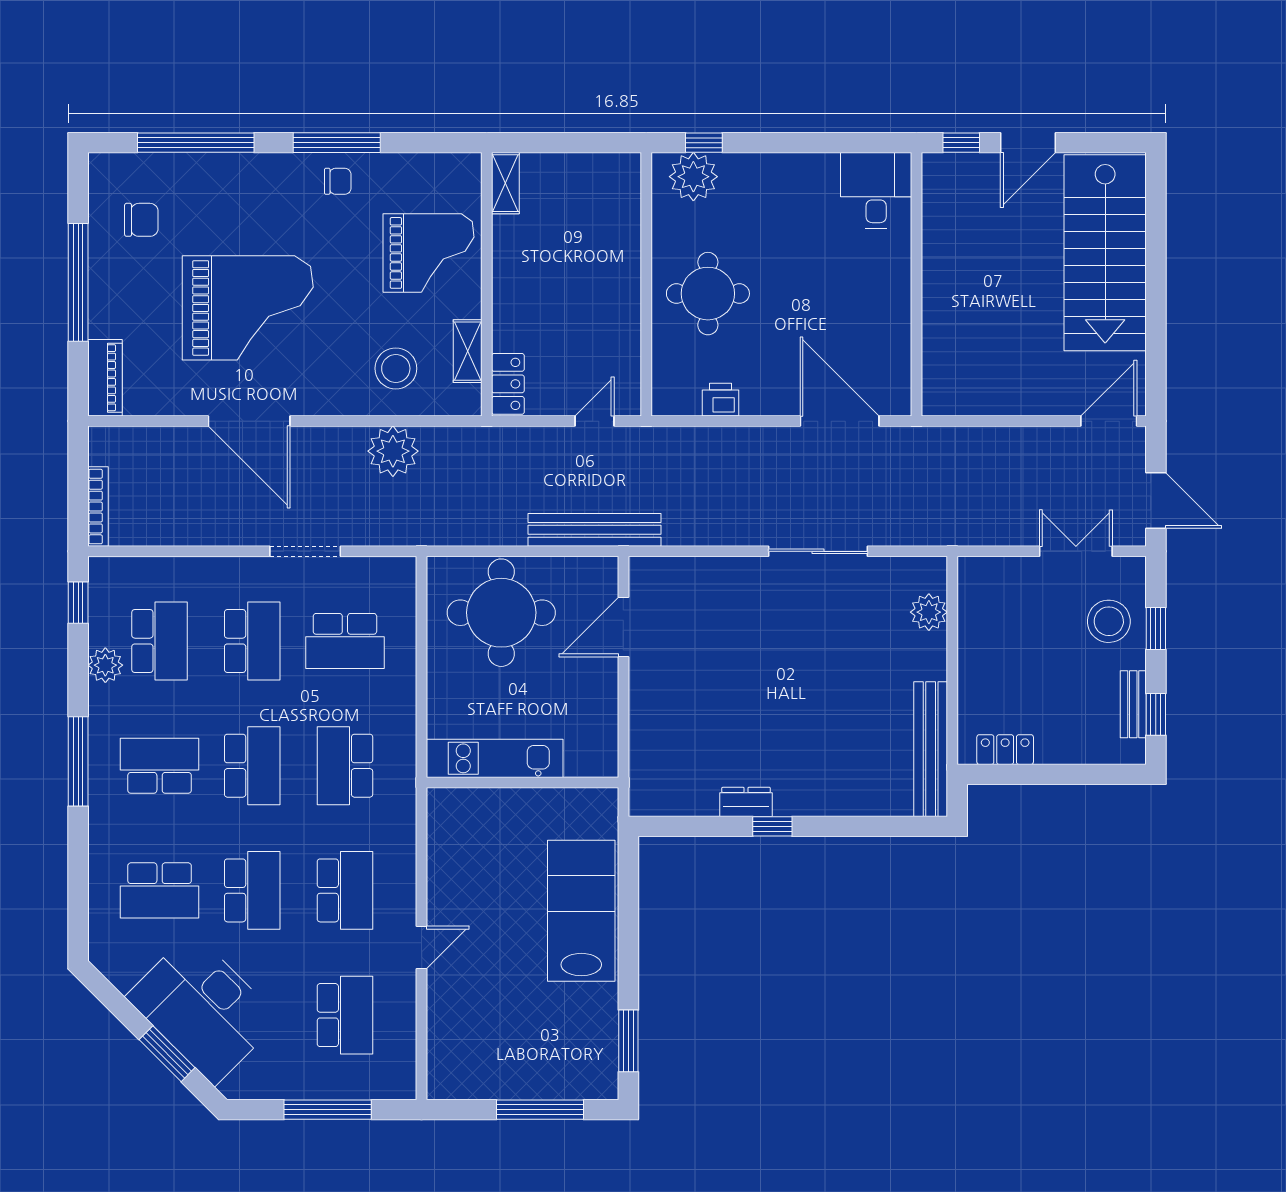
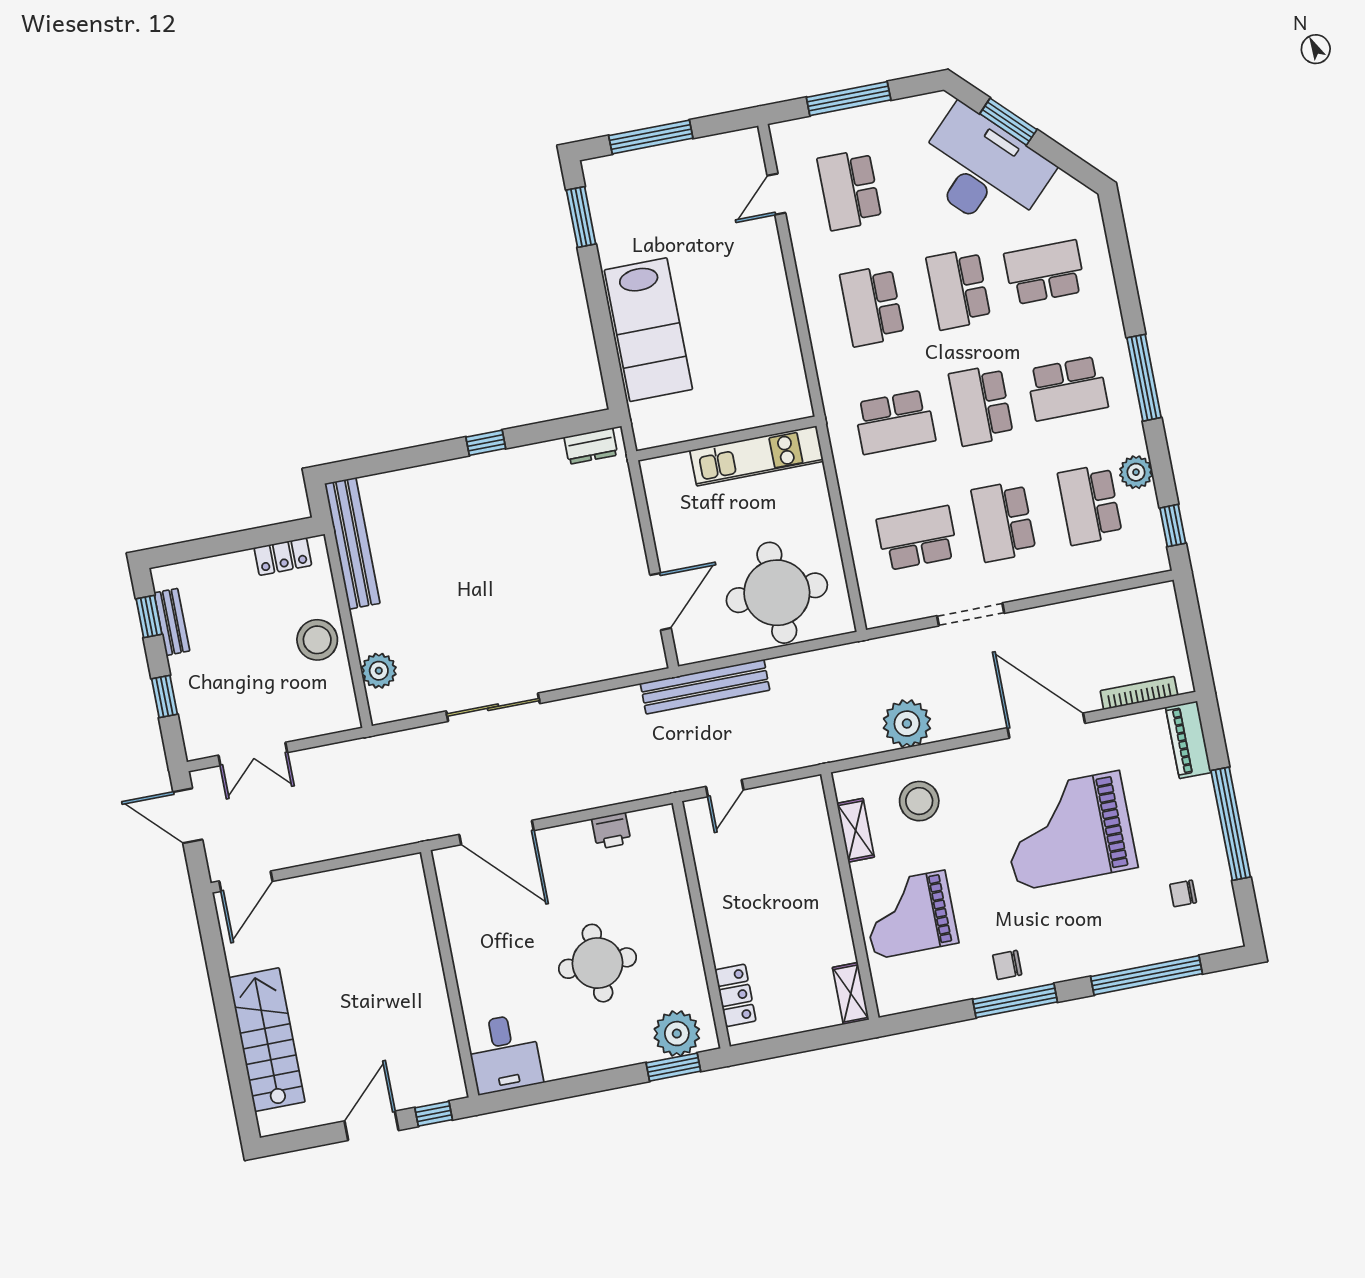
window: (704, 143) -> (673, 1067), width x1.50
chair: (141, 220) -> (1183, 893), width x0.73, depth x0.73
stairs: (1105, 253) -> (267, 1040), width x0.73, depth x0.66
round table: (708, 294) -> (597, 963), moved
locker: (508, 384) -> (735, 995), moved, turned 180
bookcase: (98, 507) -> (1139, 693), moved, turned 90
stool: (1109, 621) -> (317, 640), moved
school desk: (345, 766) -> (895, 422), turned 90
dresser: (746, 802) -> (591, 446), moved
door: (422, 947) -> (776, 194), moved

